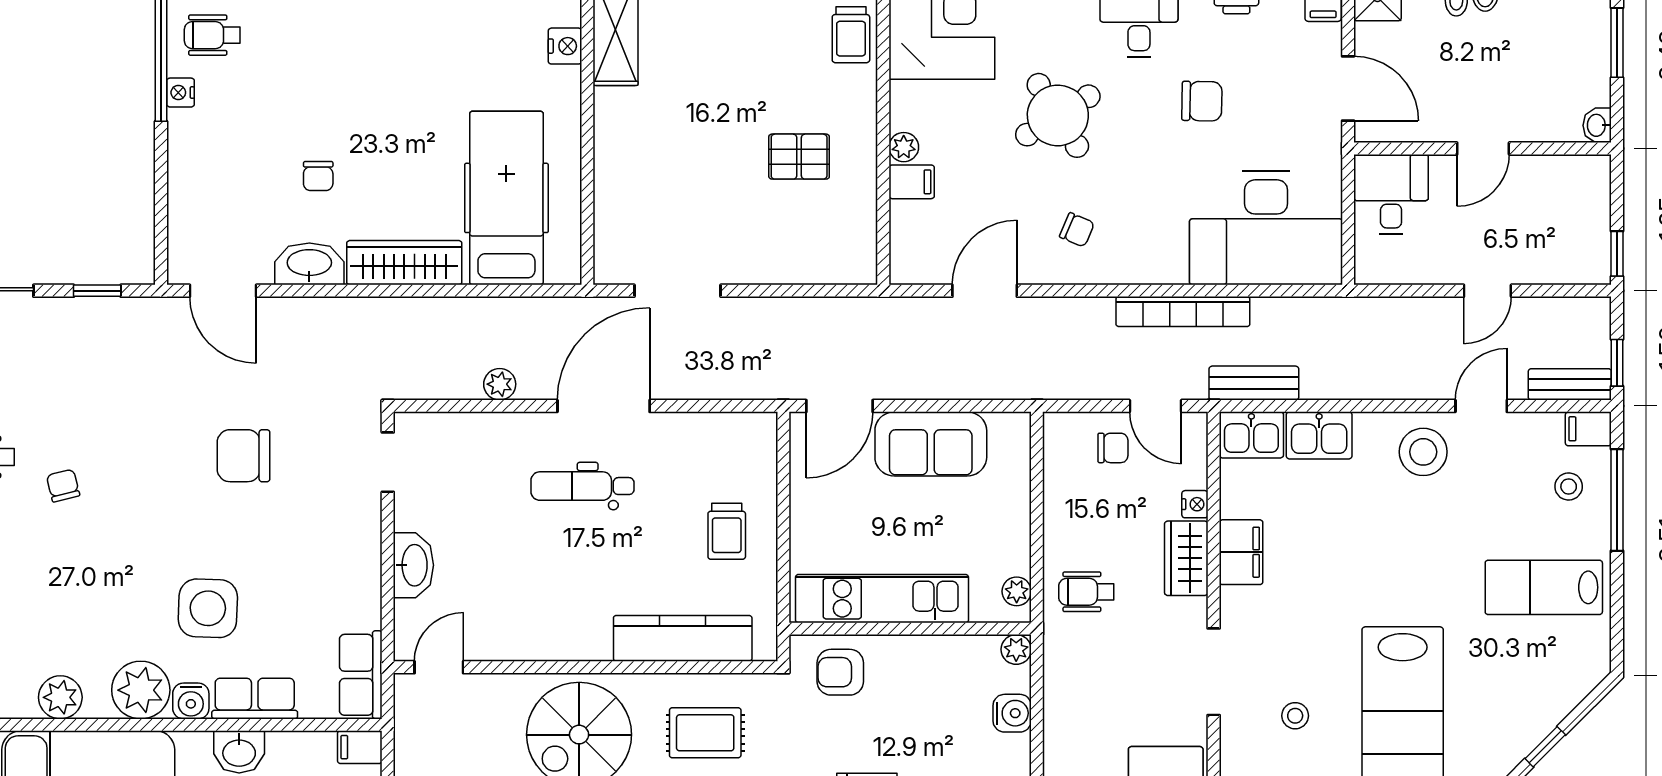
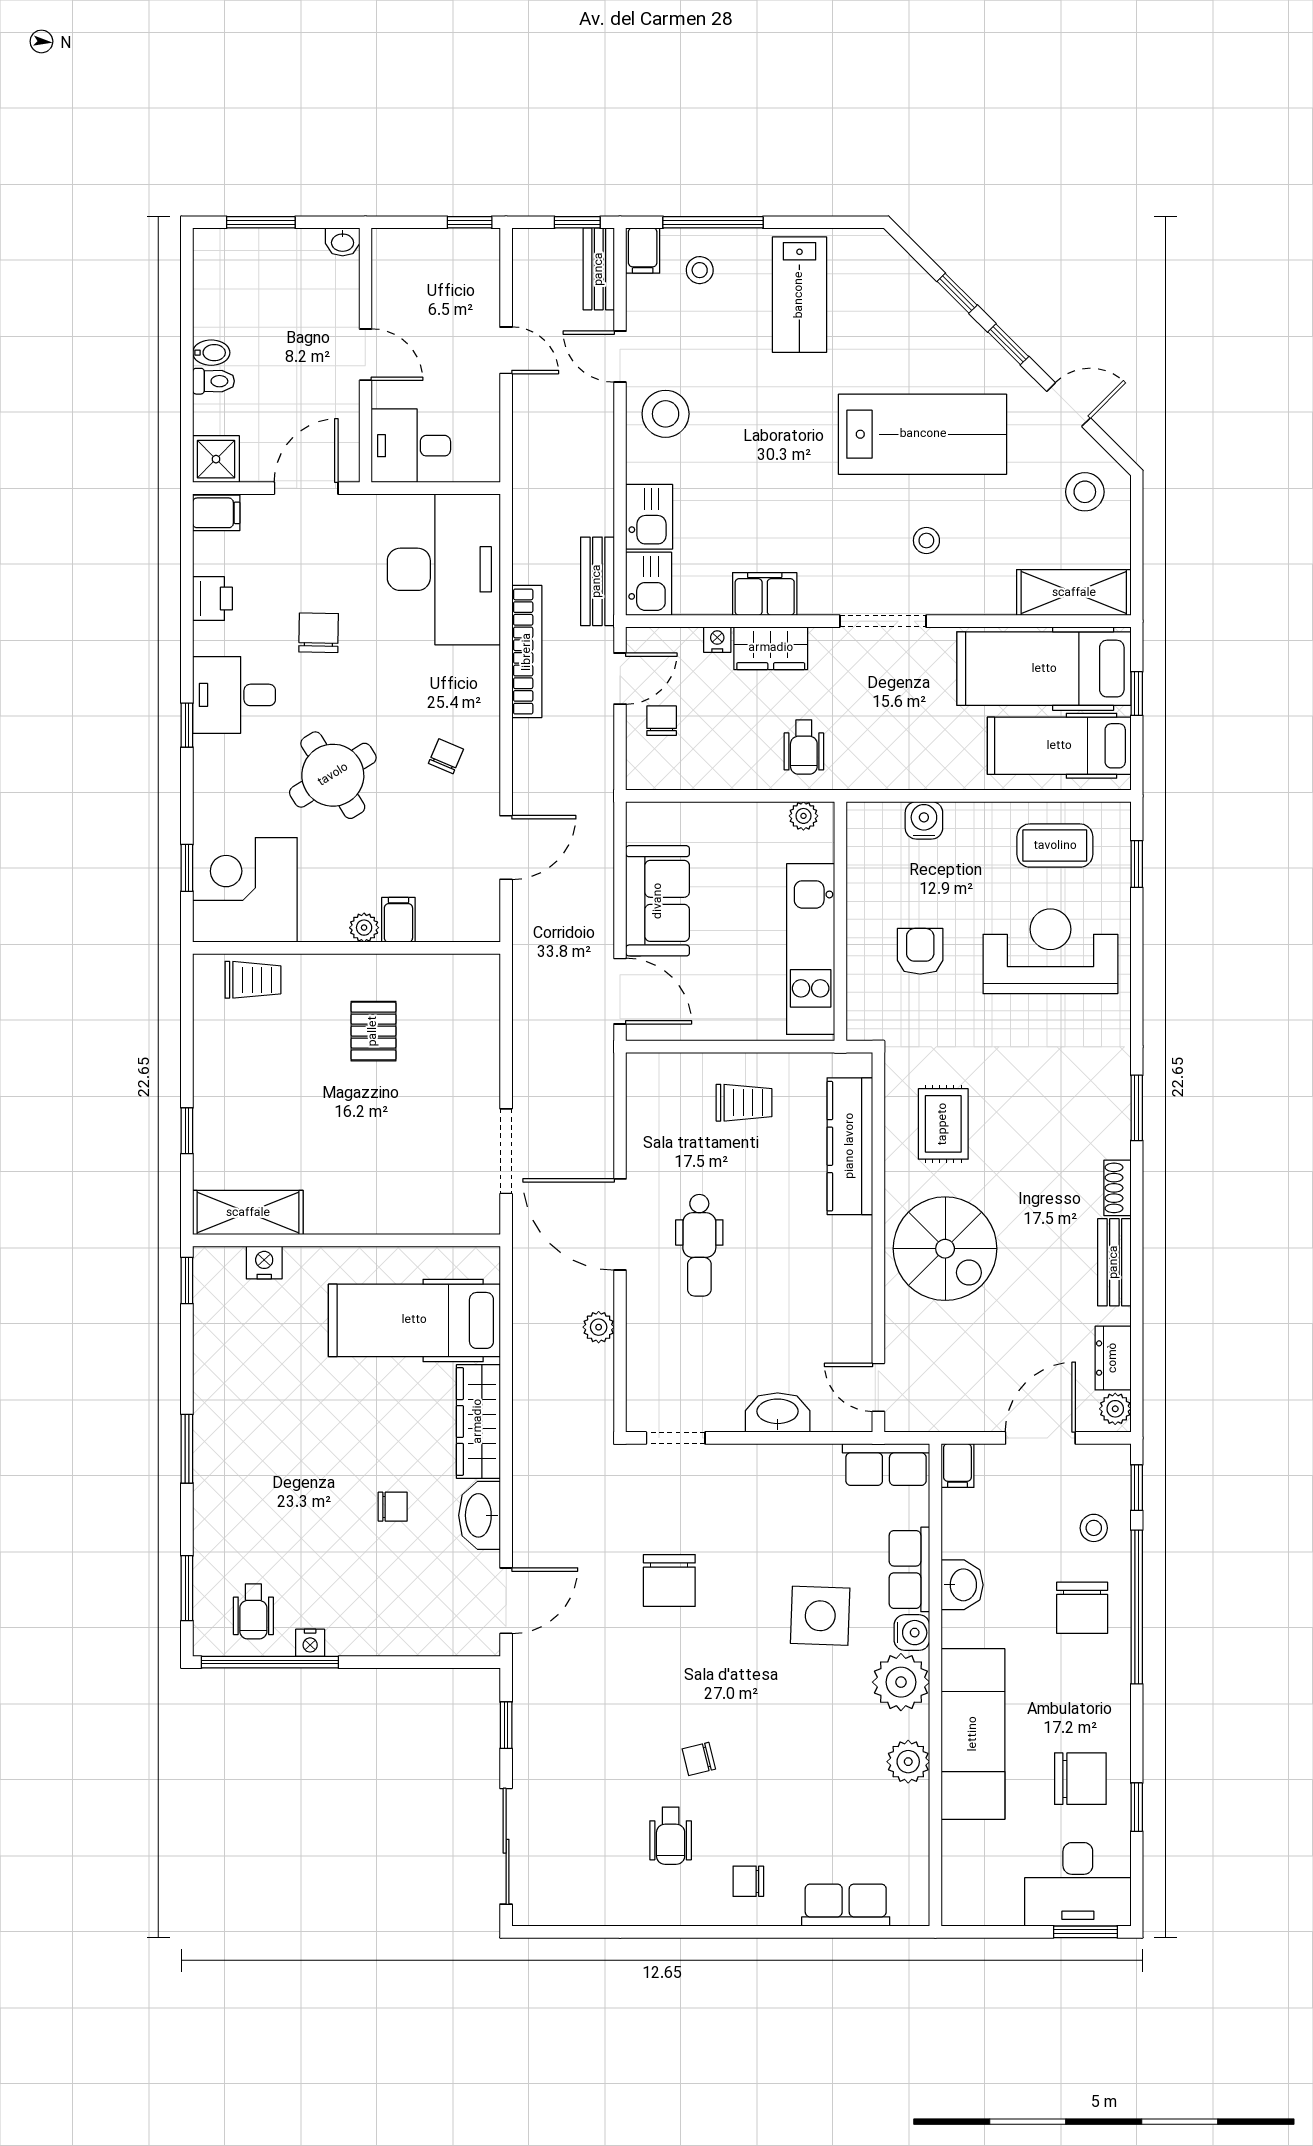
door: (985, 291) -> (506, 848), swing flipped
plant: (1016, 649) -> (861, 816), removed
armchair: (840, 672) -> (920, 951), moved, turned 180

